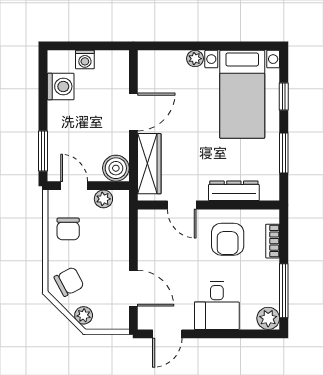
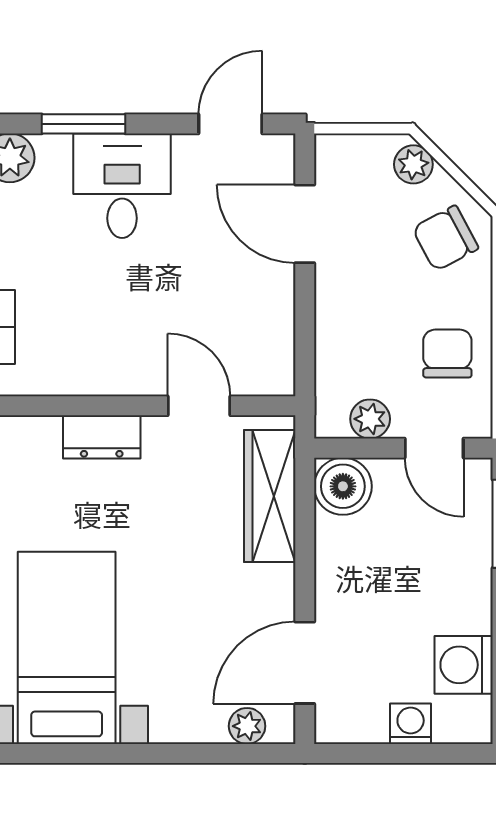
plant: (195, 59) -> (247, 726), moved
door: (133, 112) -> (305, 663), moved
dresser: (234, 191) -> (102, 437), width x0.70
armchair: (228, 239) -> (99, 331), removed
window: (234, 334) -> (84, 124), added

